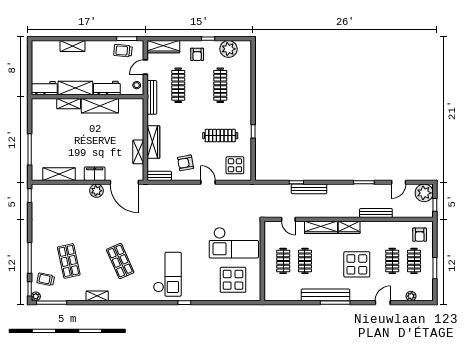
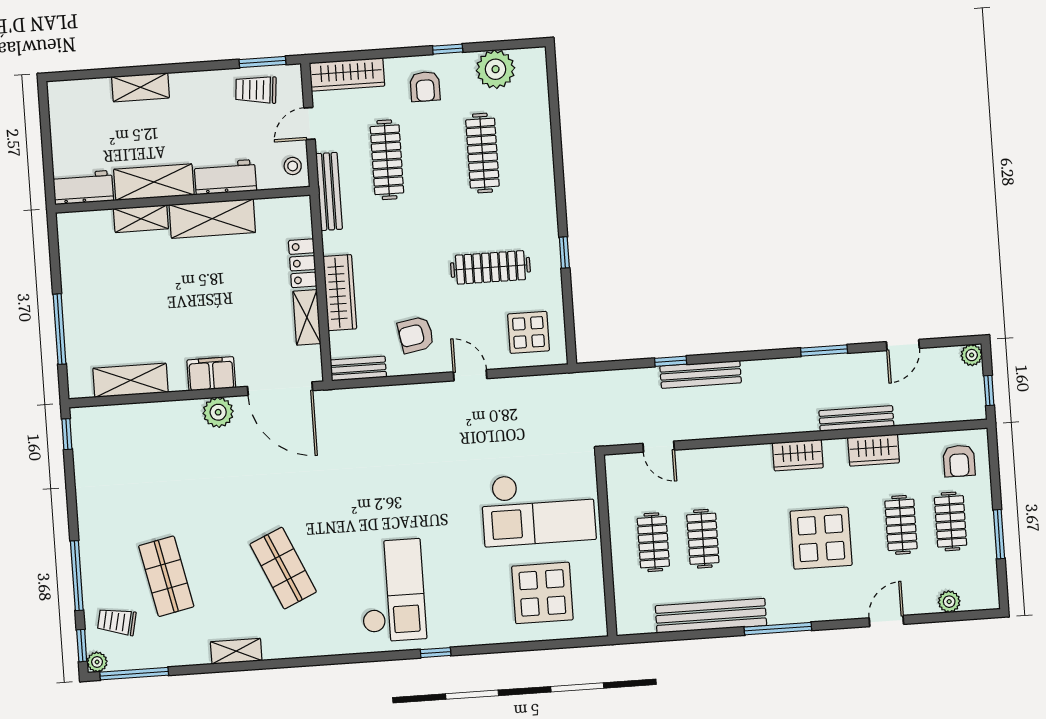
locker: (138, 128) -> (303, 263), added
plant: (424, 193) -> (972, 355), width x0.53, depth x0.53
wardrobe: (321, 227) -> (874, 450), moved, width x0.67
bench: (325, 295) -> (711, 616), moved

